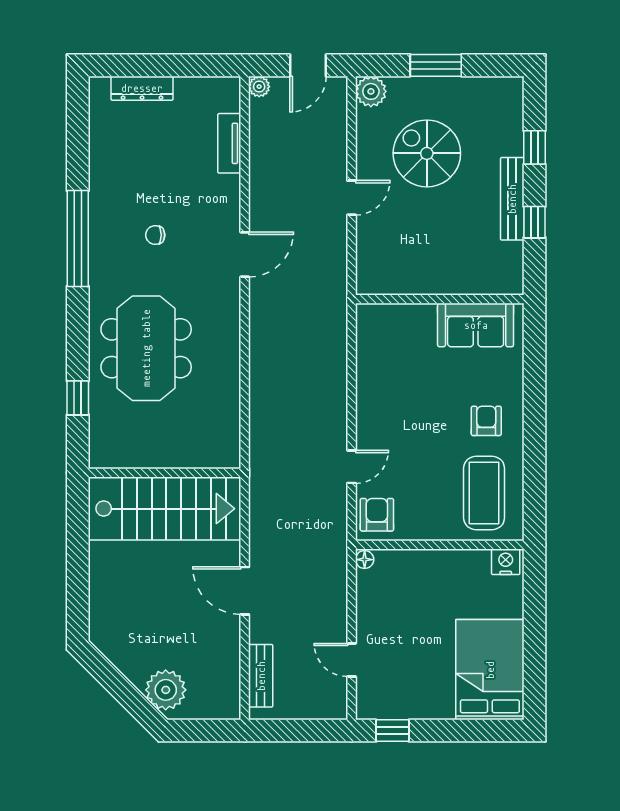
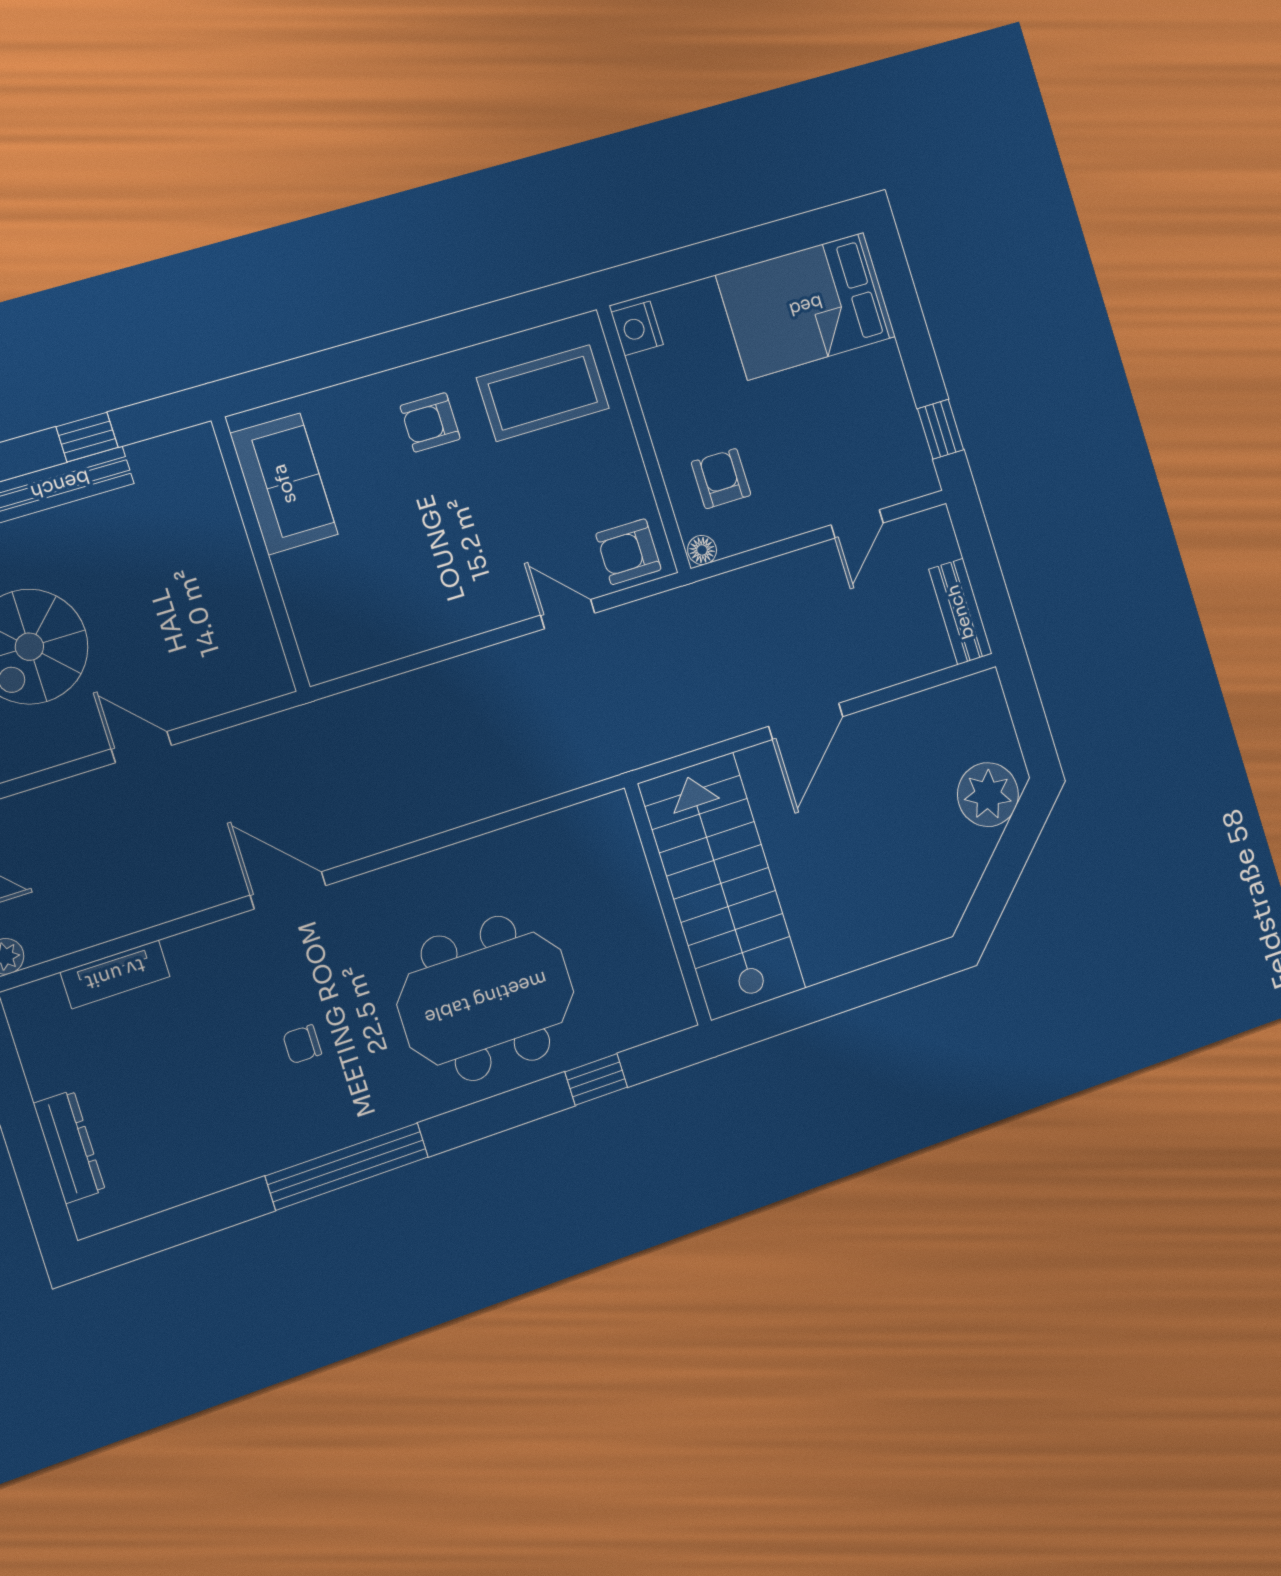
chair: (155, 235) -> (302, 1044), turned 90
armchair: (403, 585) -> (721, 479), added
bench: (261, 676) -> (960, 612), moved, turned 90

